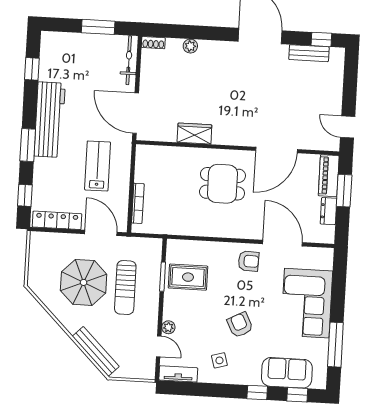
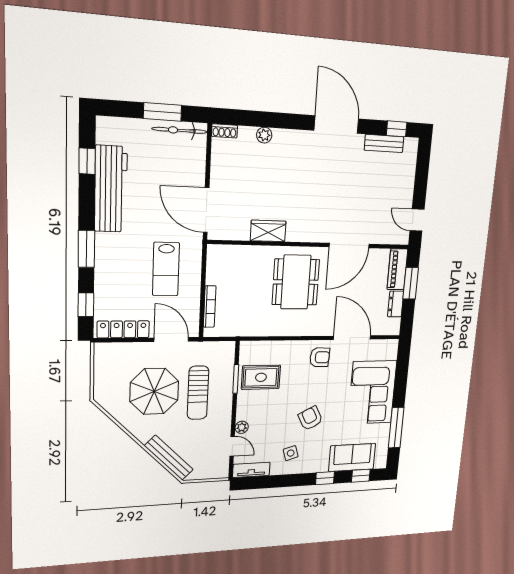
bicycle: (129, 60) -> (180, 130), moved, turned -90
workbench: (50, 120) -> (111, 189), moved
lab bench: (98, 166) -> (166, 269), turned 180
dining table: (222, 184) -> (296, 282), width x1.37

